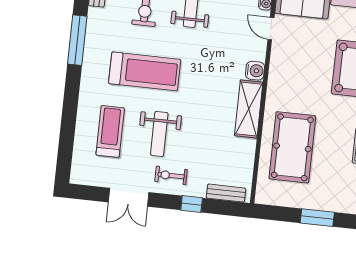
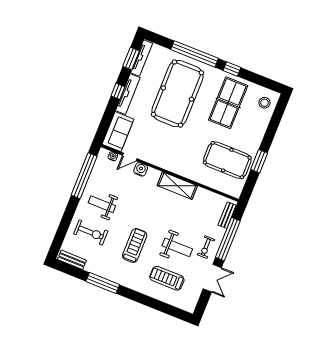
treadmill: (145, 71) -> (135, 245), width x0.73, depth x0.73
water cooler: (255, 71) -> (141, 169), moved
pool table: (292, 147) -> (227, 160), moved
window: (192, 204) -> (228, 239), width x3.17

